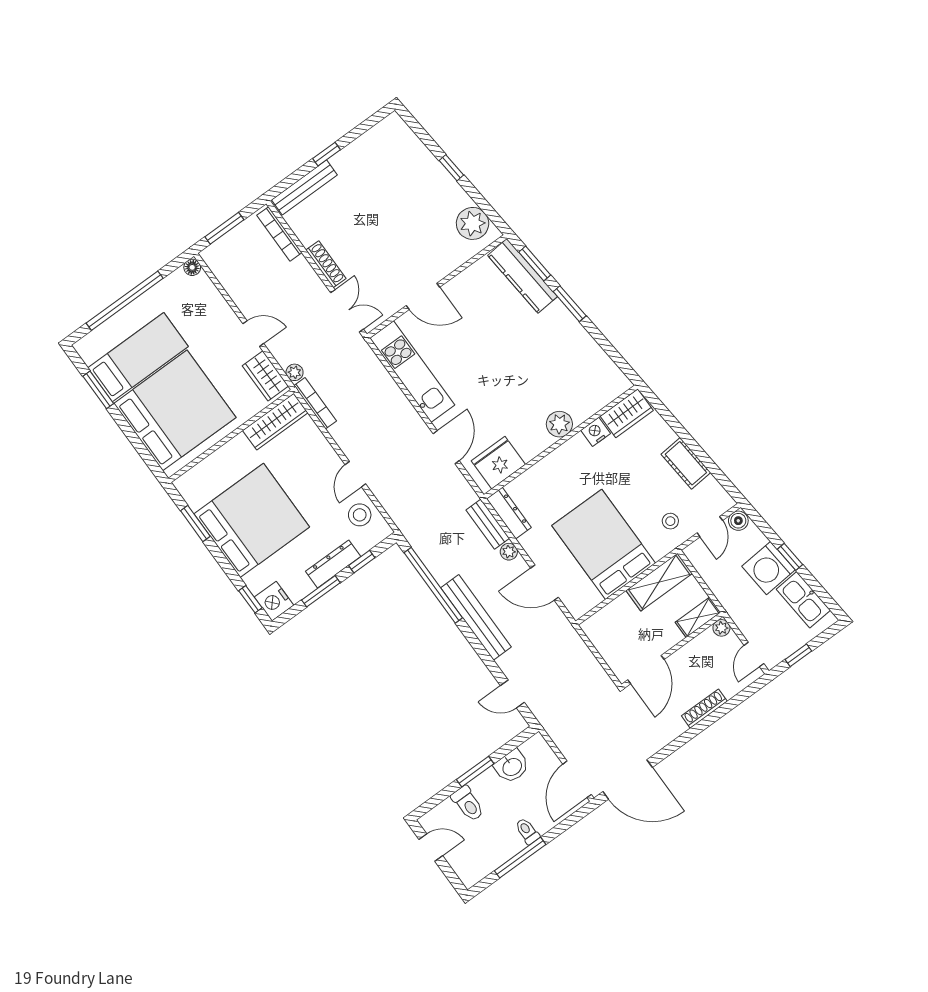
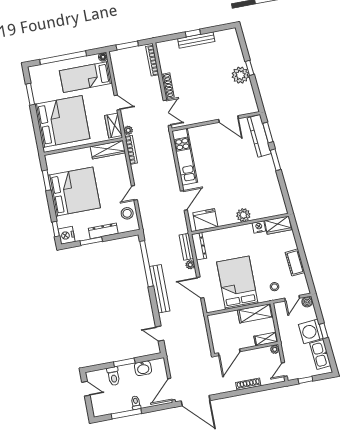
bench: (304, 187) -> (196, 40), moved
plant: (473, 223) -> (240, 75), moved
door: (423, 296) -> (228, 119), moved
bed: (138, 357) -> (86, 77), moved, turned 180
window: (362, 562) -> (118, 236), removed

